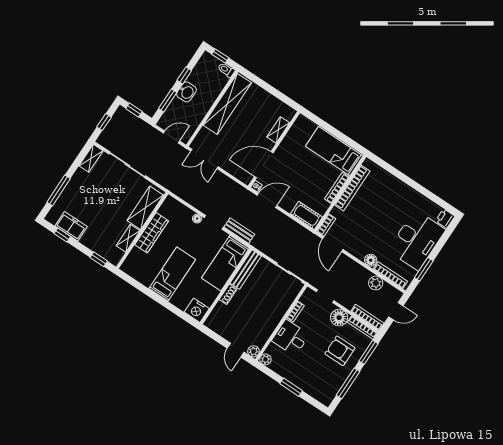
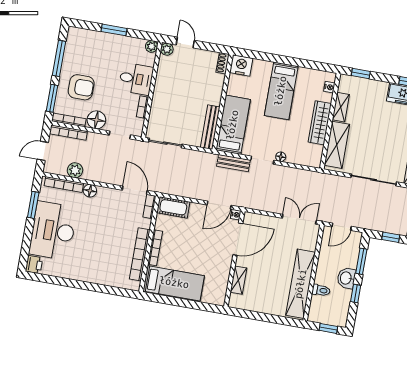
toilet: (226, 70) -> (321, 290), moved
nightstand: (130, 259) -> (329, 87), added
shoe rack: (228, 294) -> (223, 63), moved

